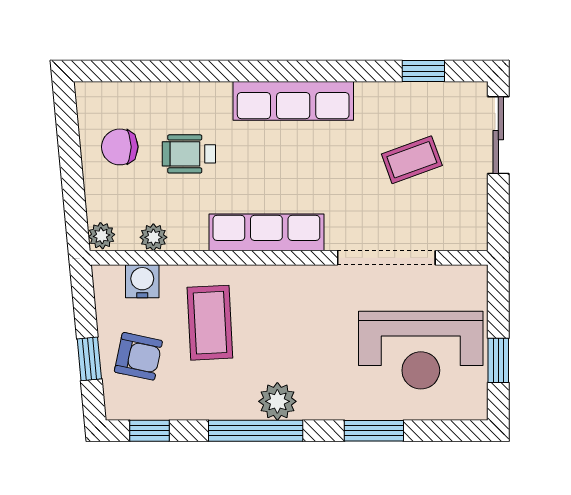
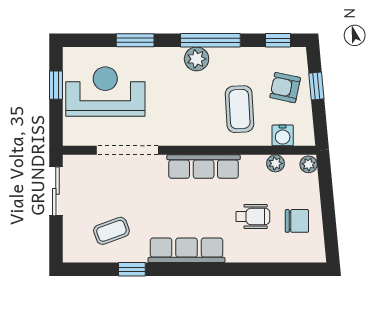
window: (423, 71) -> (132, 269), moved
sliding door: (498, 135) -> (56, 191), moved
coffee table: (412, 160) -> (111, 231), moved

